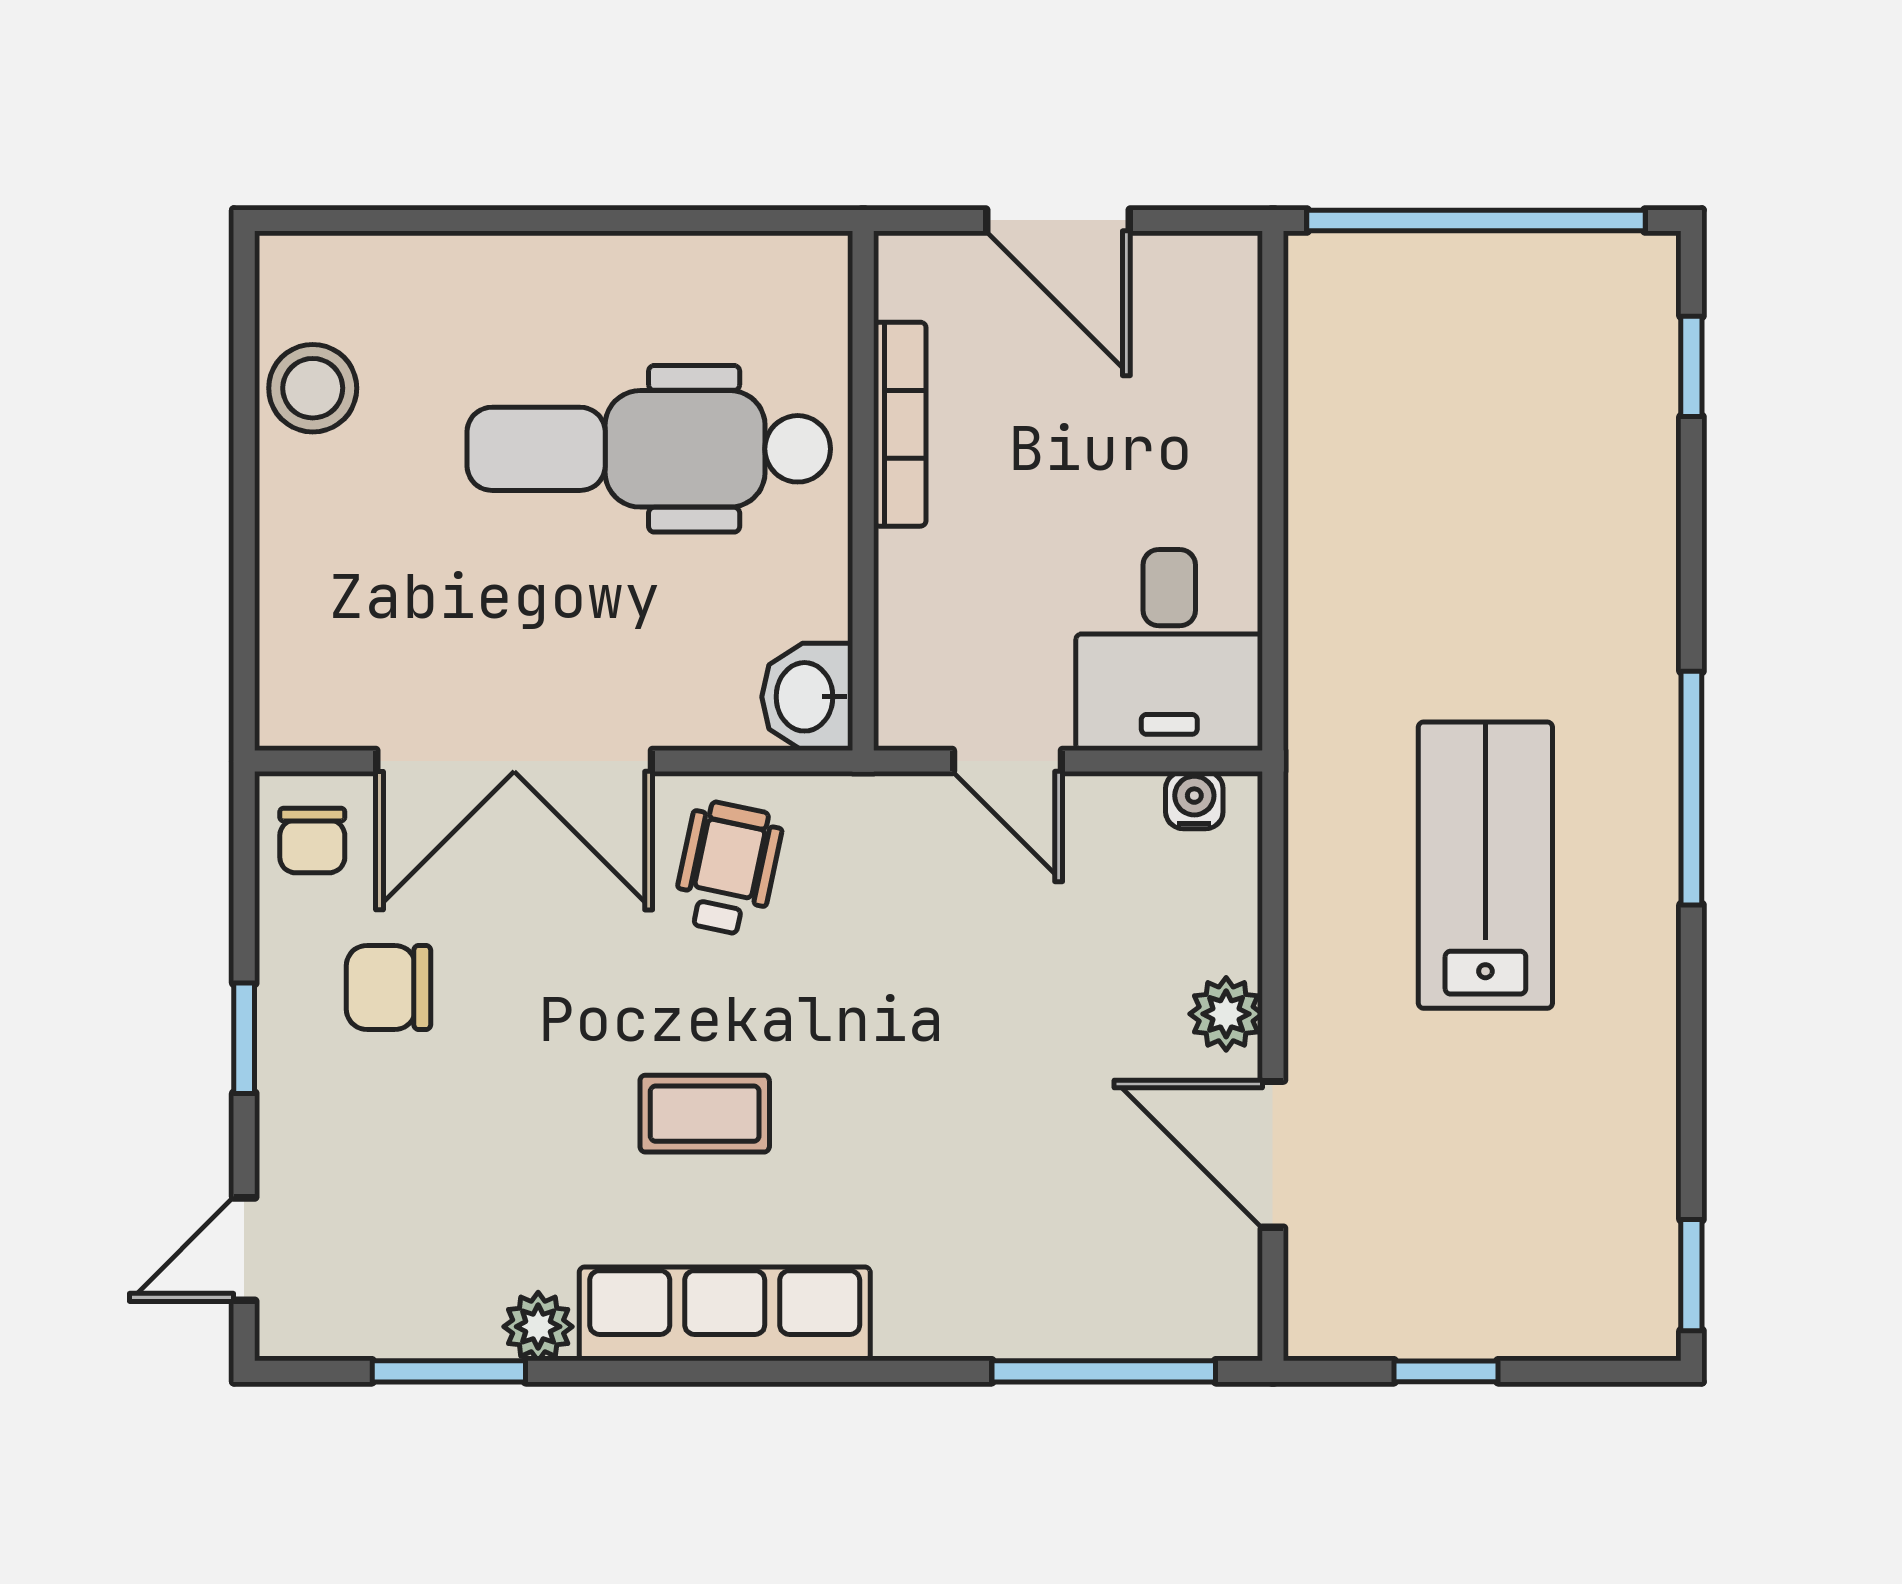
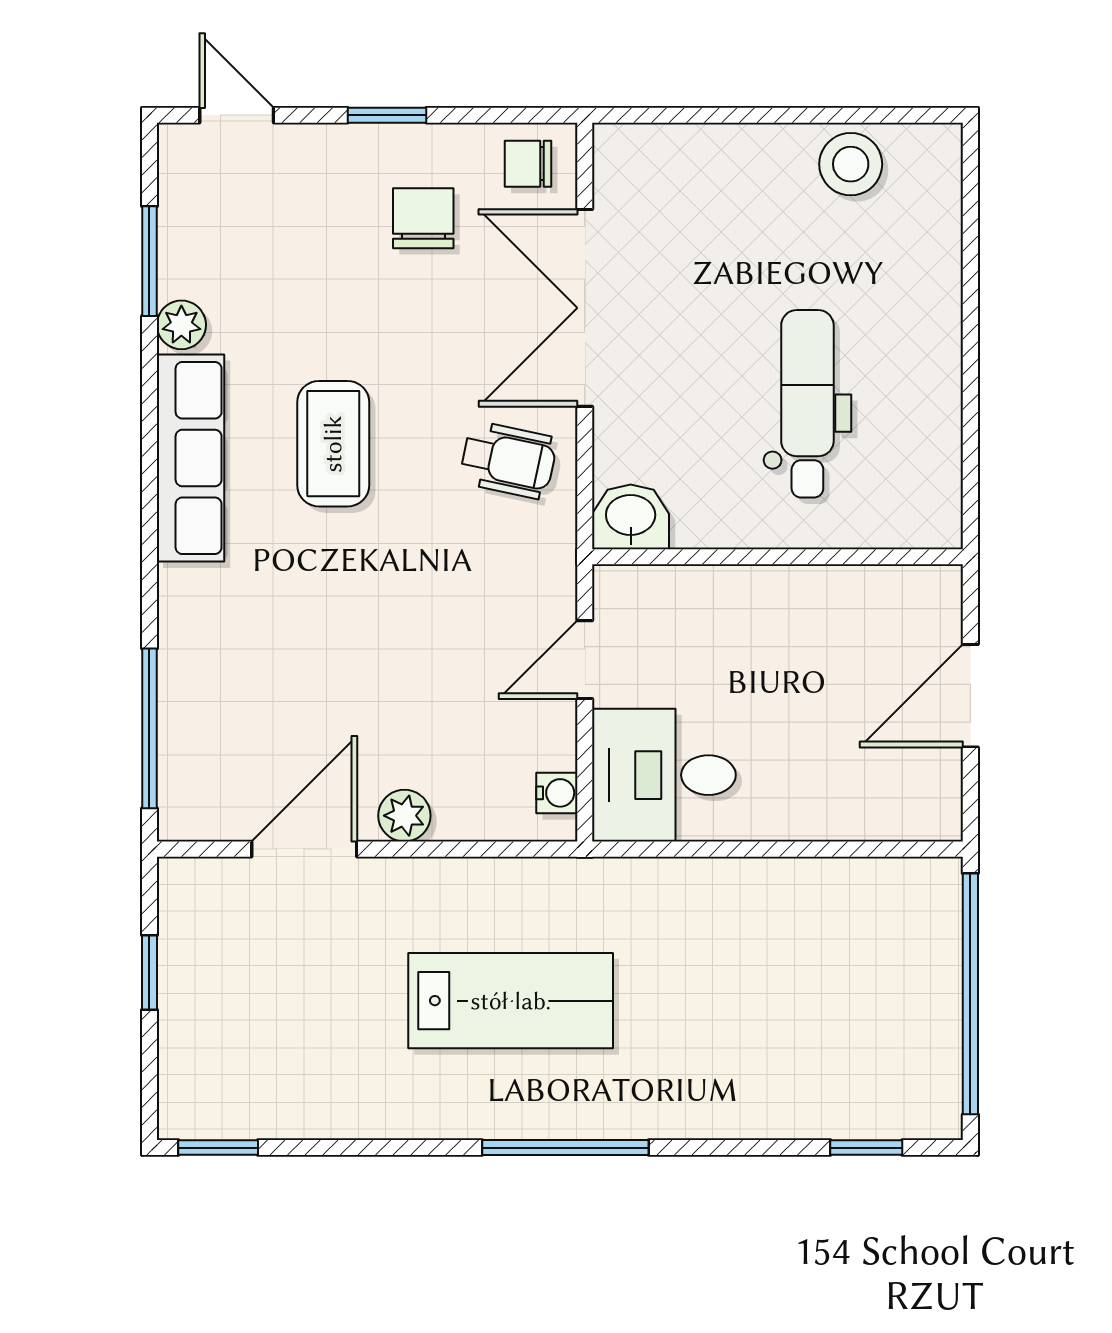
bookcase: (900, 424) -> (825, 583), removed
dental chair: (649, 449) -> (807, 404), width x0.73, depth x0.72
coffee table: (705, 1114) -> (333, 444), width x1.36, depth x1.30

